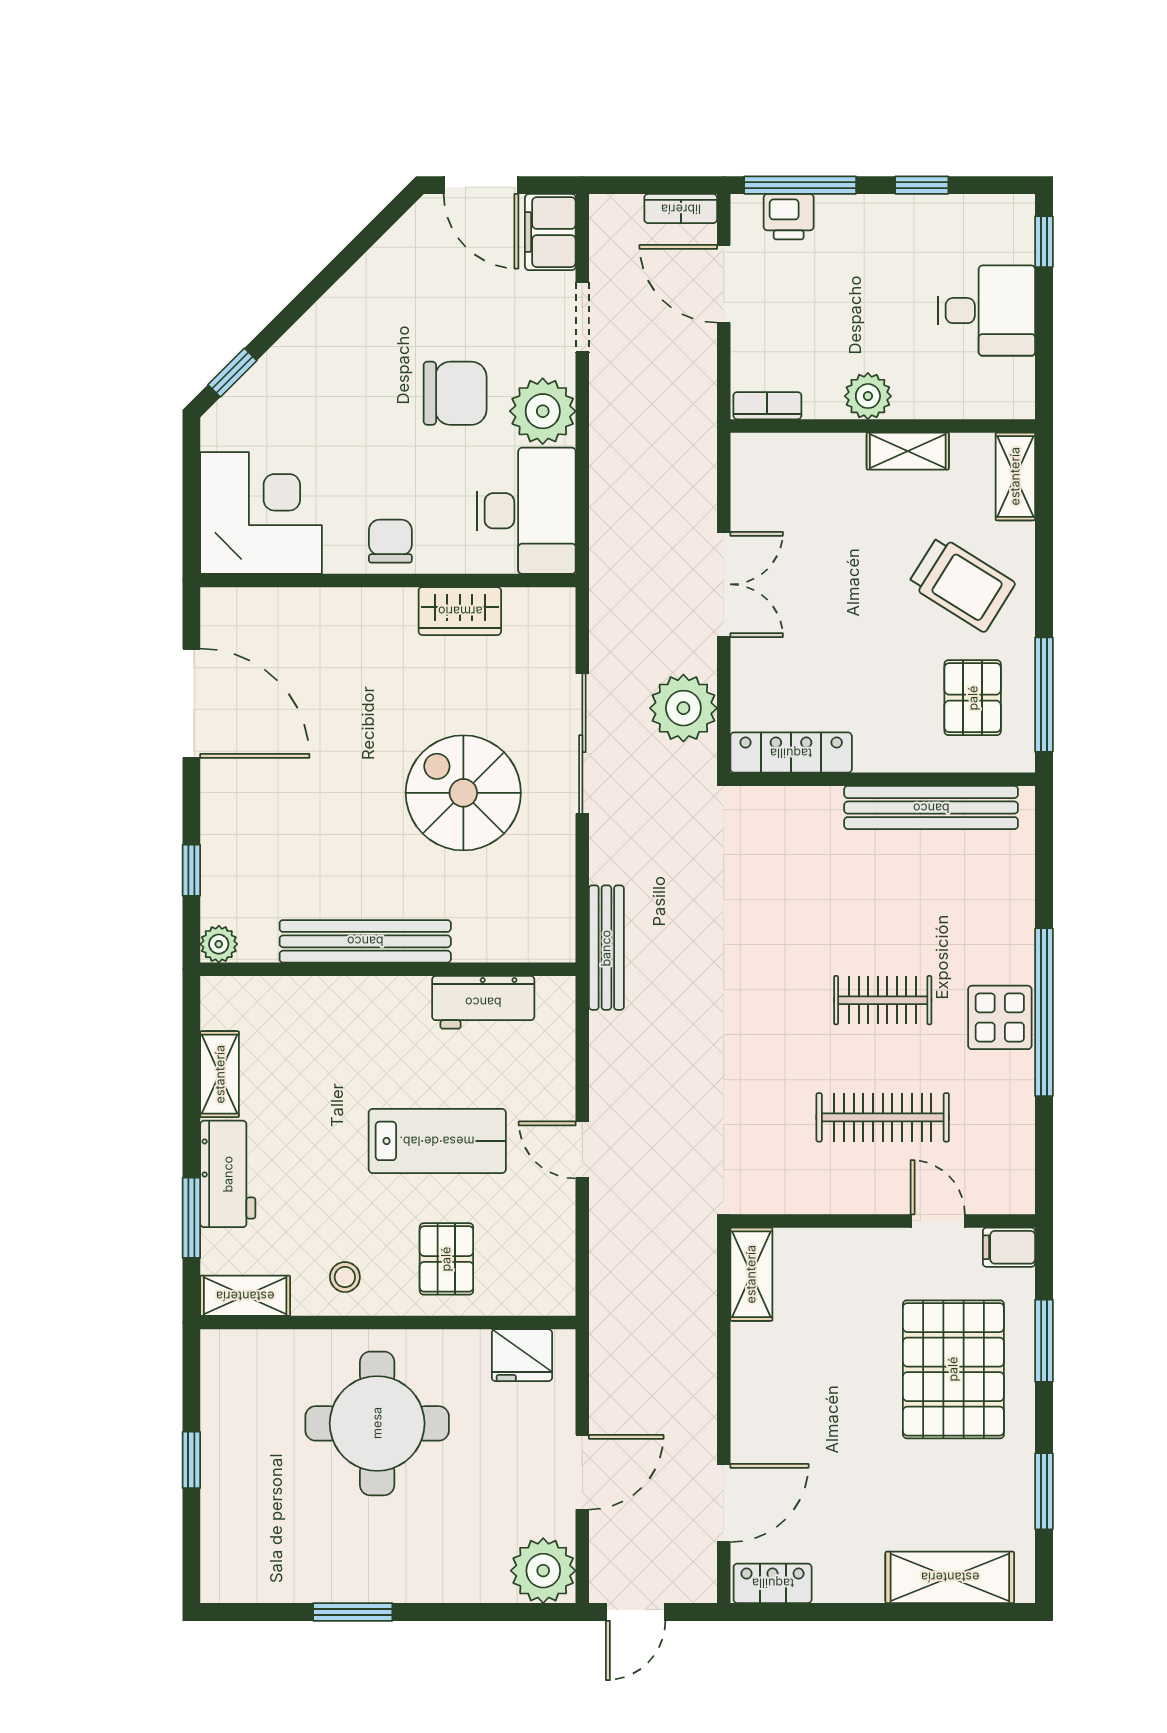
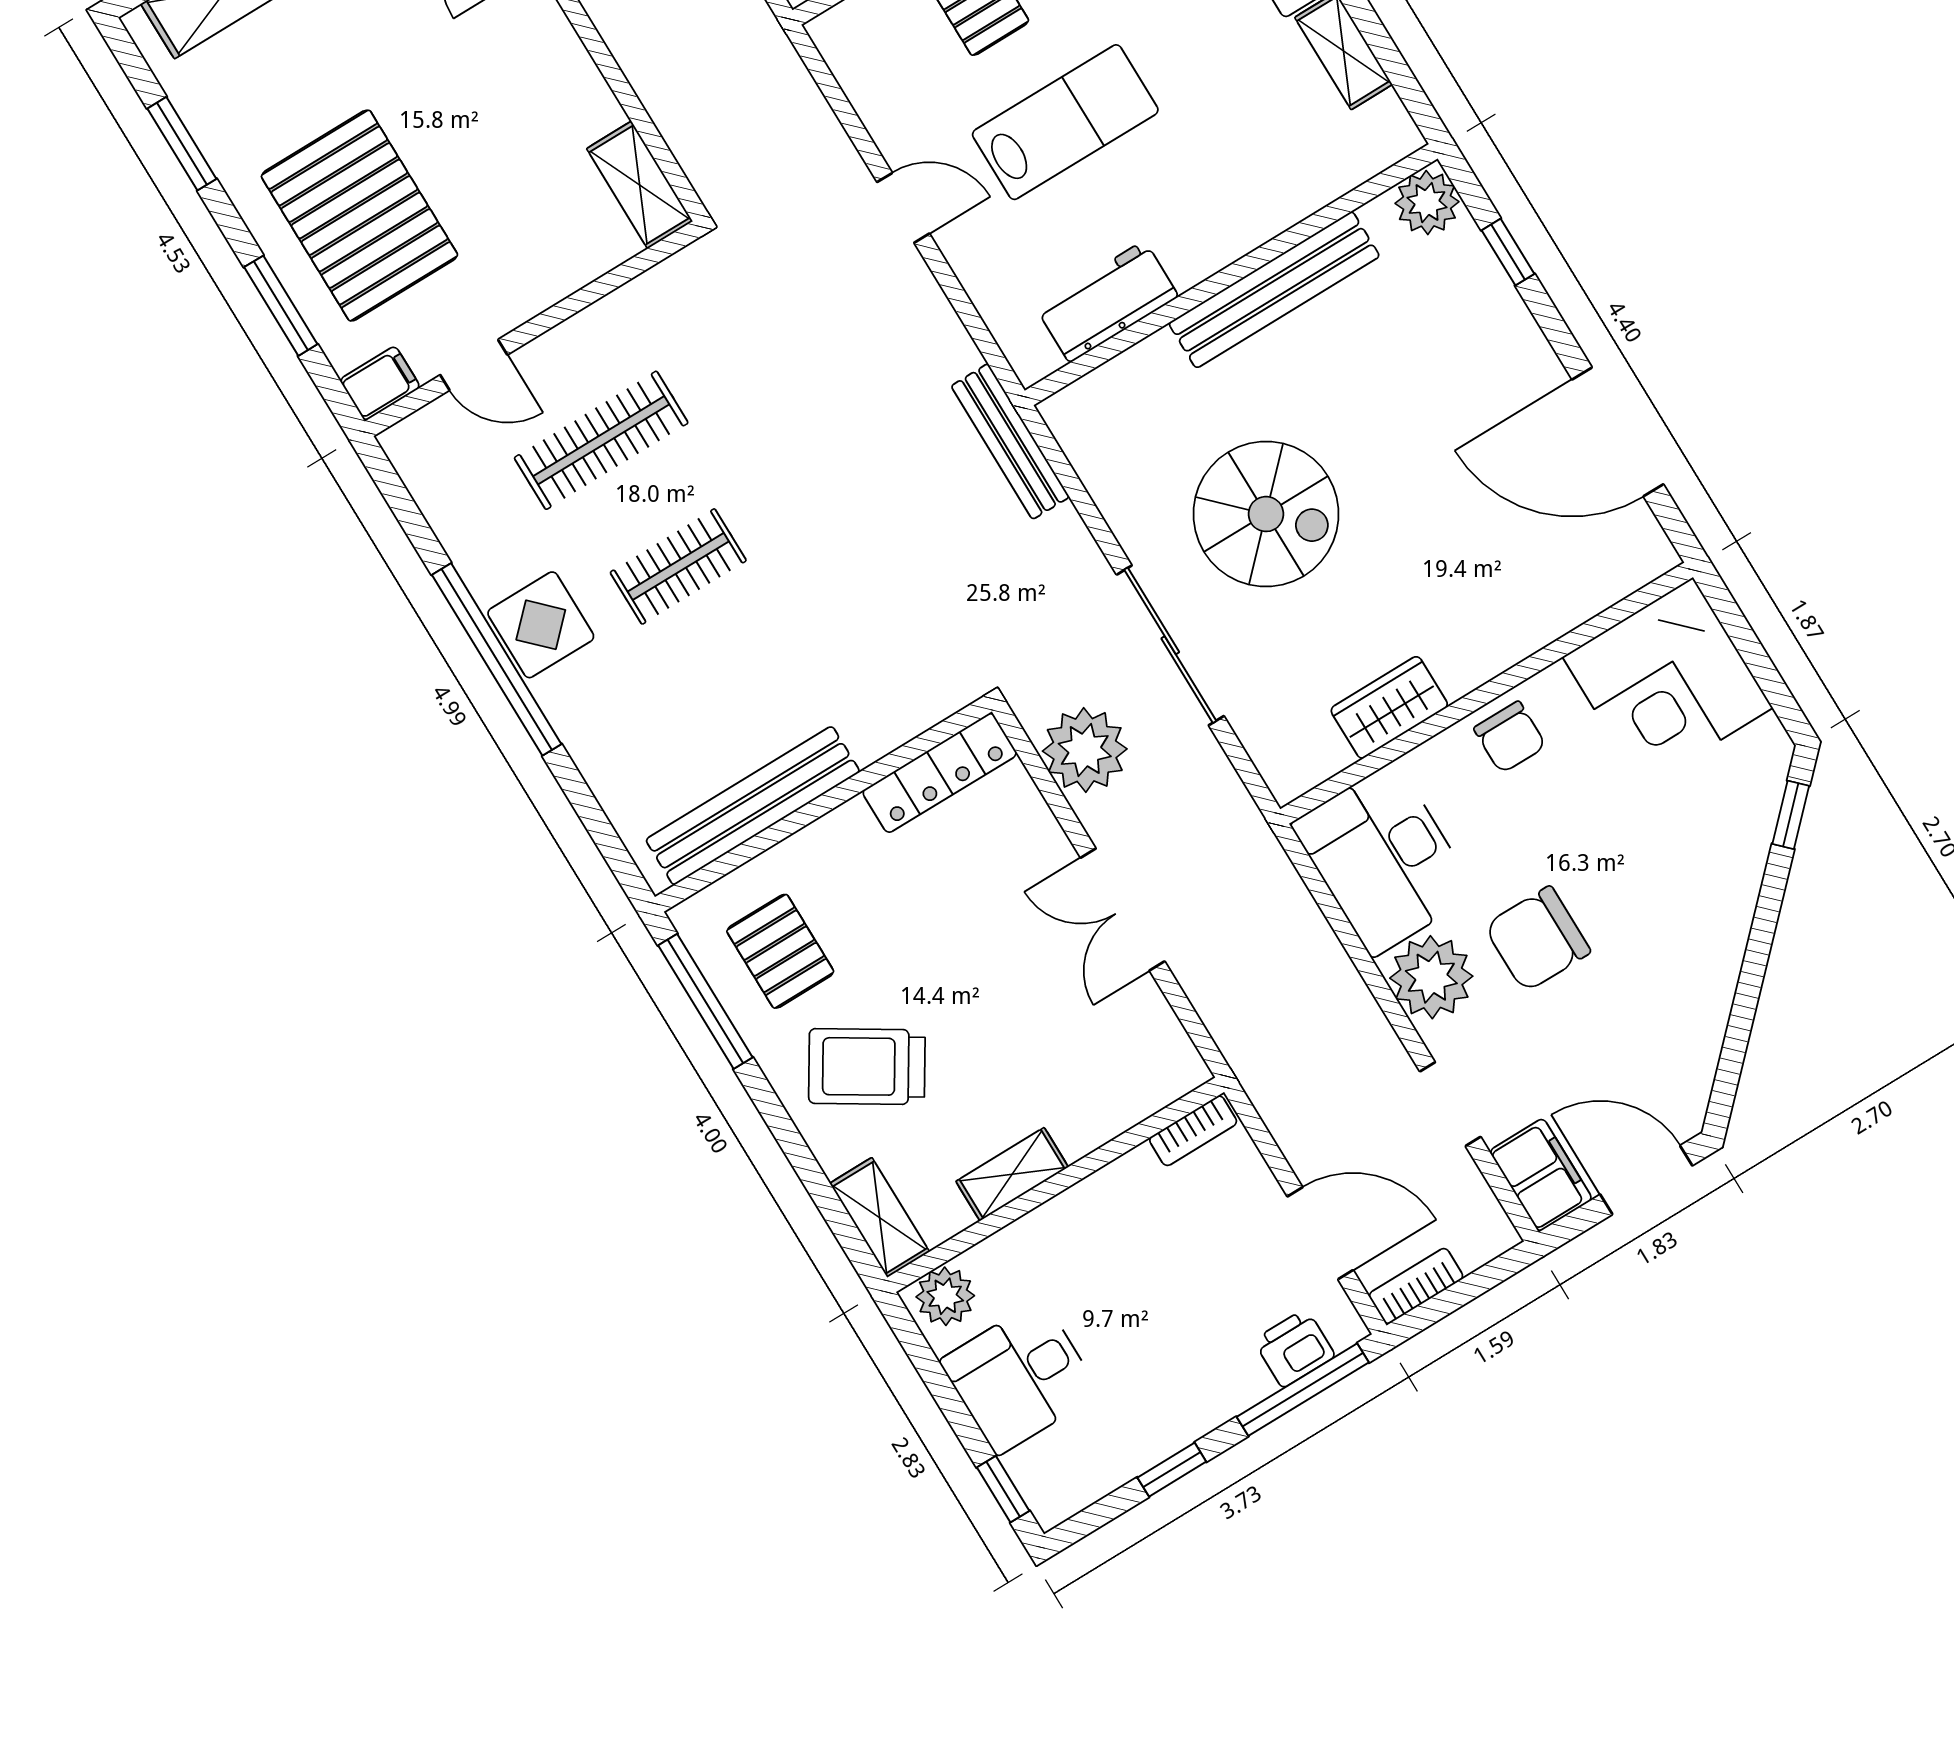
plant: (868, 396) -> (945, 1296), moved
plant: (219, 944) -> (1427, 203), width x1.38, depth x1.38
lab bench: (437, 1141) -> (1065, 122), turned 180

